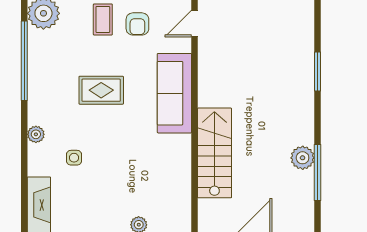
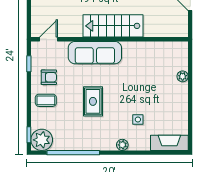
door: (194, 24) -> (49, 39), swing flipped
stairs: (214, 153) -> (113, 26), moved

